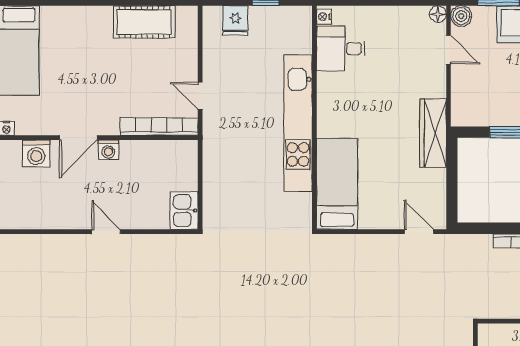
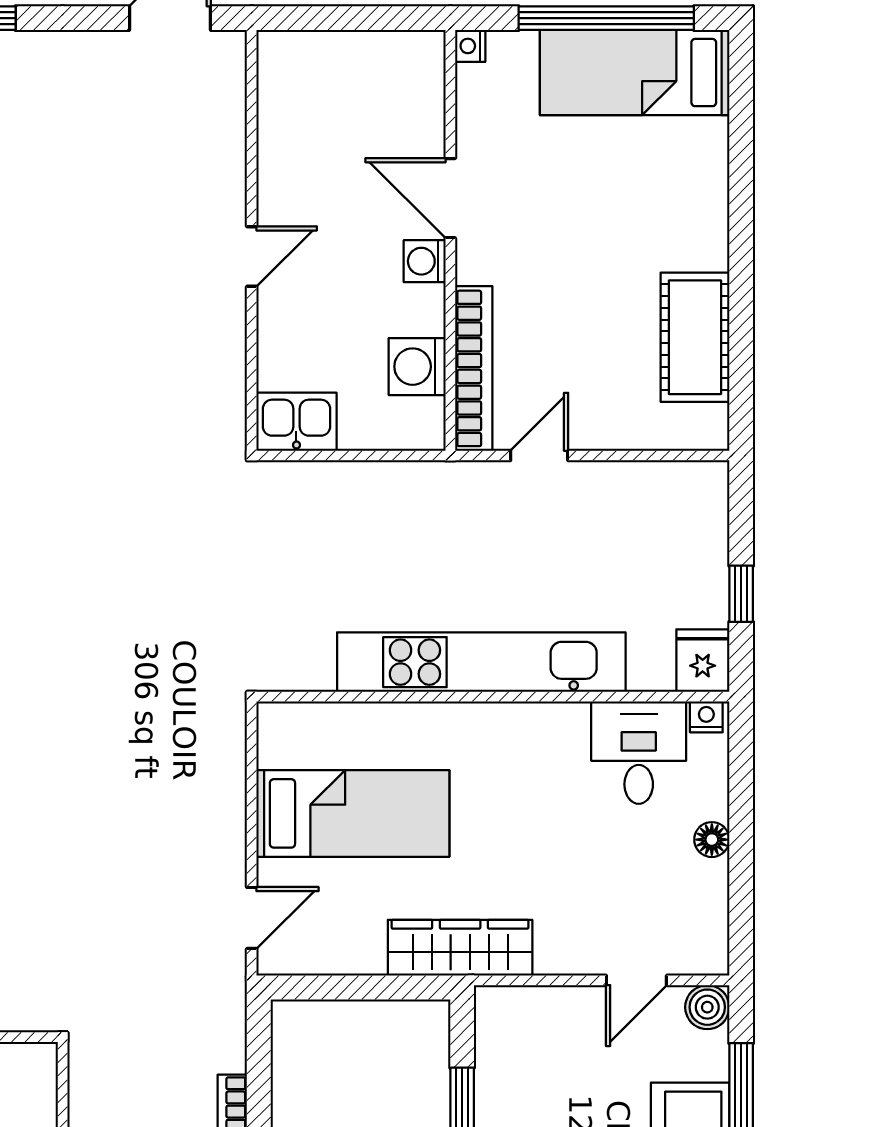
floor lamp: (438, 14) -> (712, 840), moved
fridge: (235, 21) -> (703, 661), moved, turned 90
washing machine: (36, 153) -> (417, 367), moved
bed: (337, 184) -> (353, 813), moved

